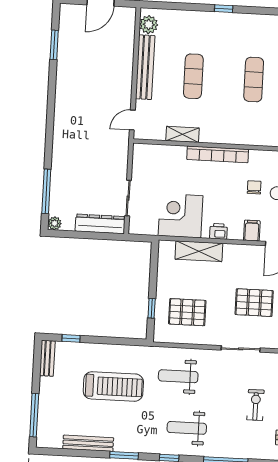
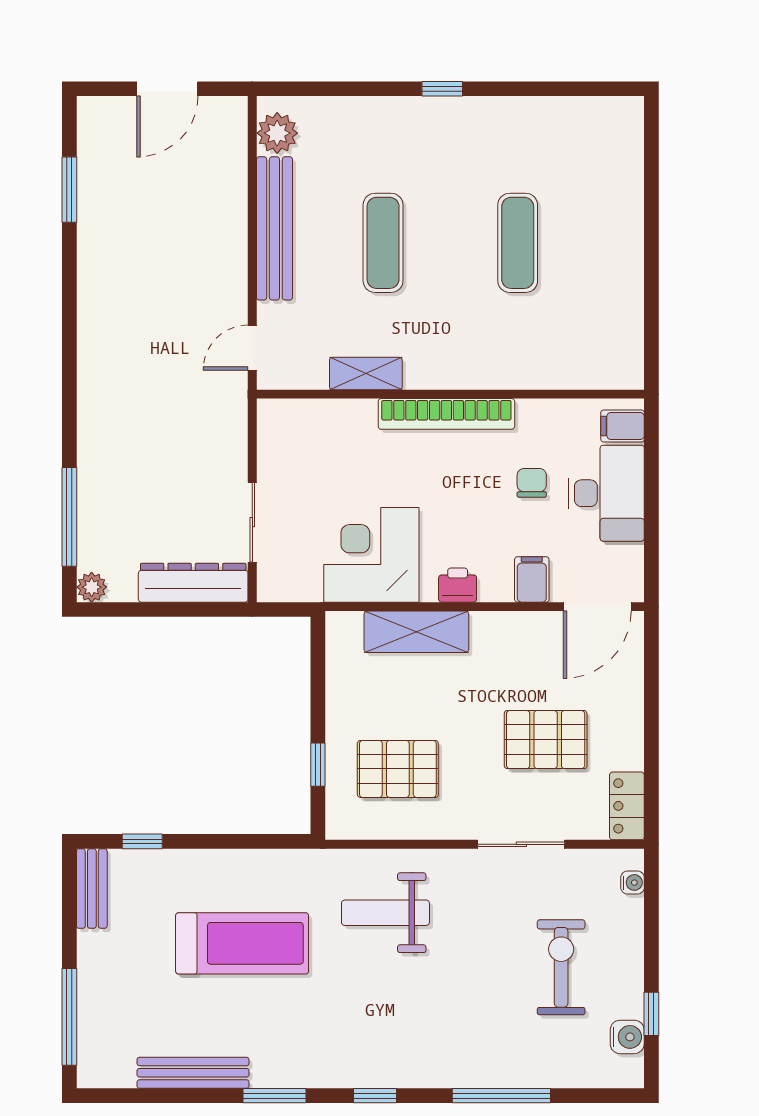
exercise bike: (256, 405) -> (561, 967), width x1.38, depth x1.39
weight bench: (187, 428) -> (411, 1027), removed

